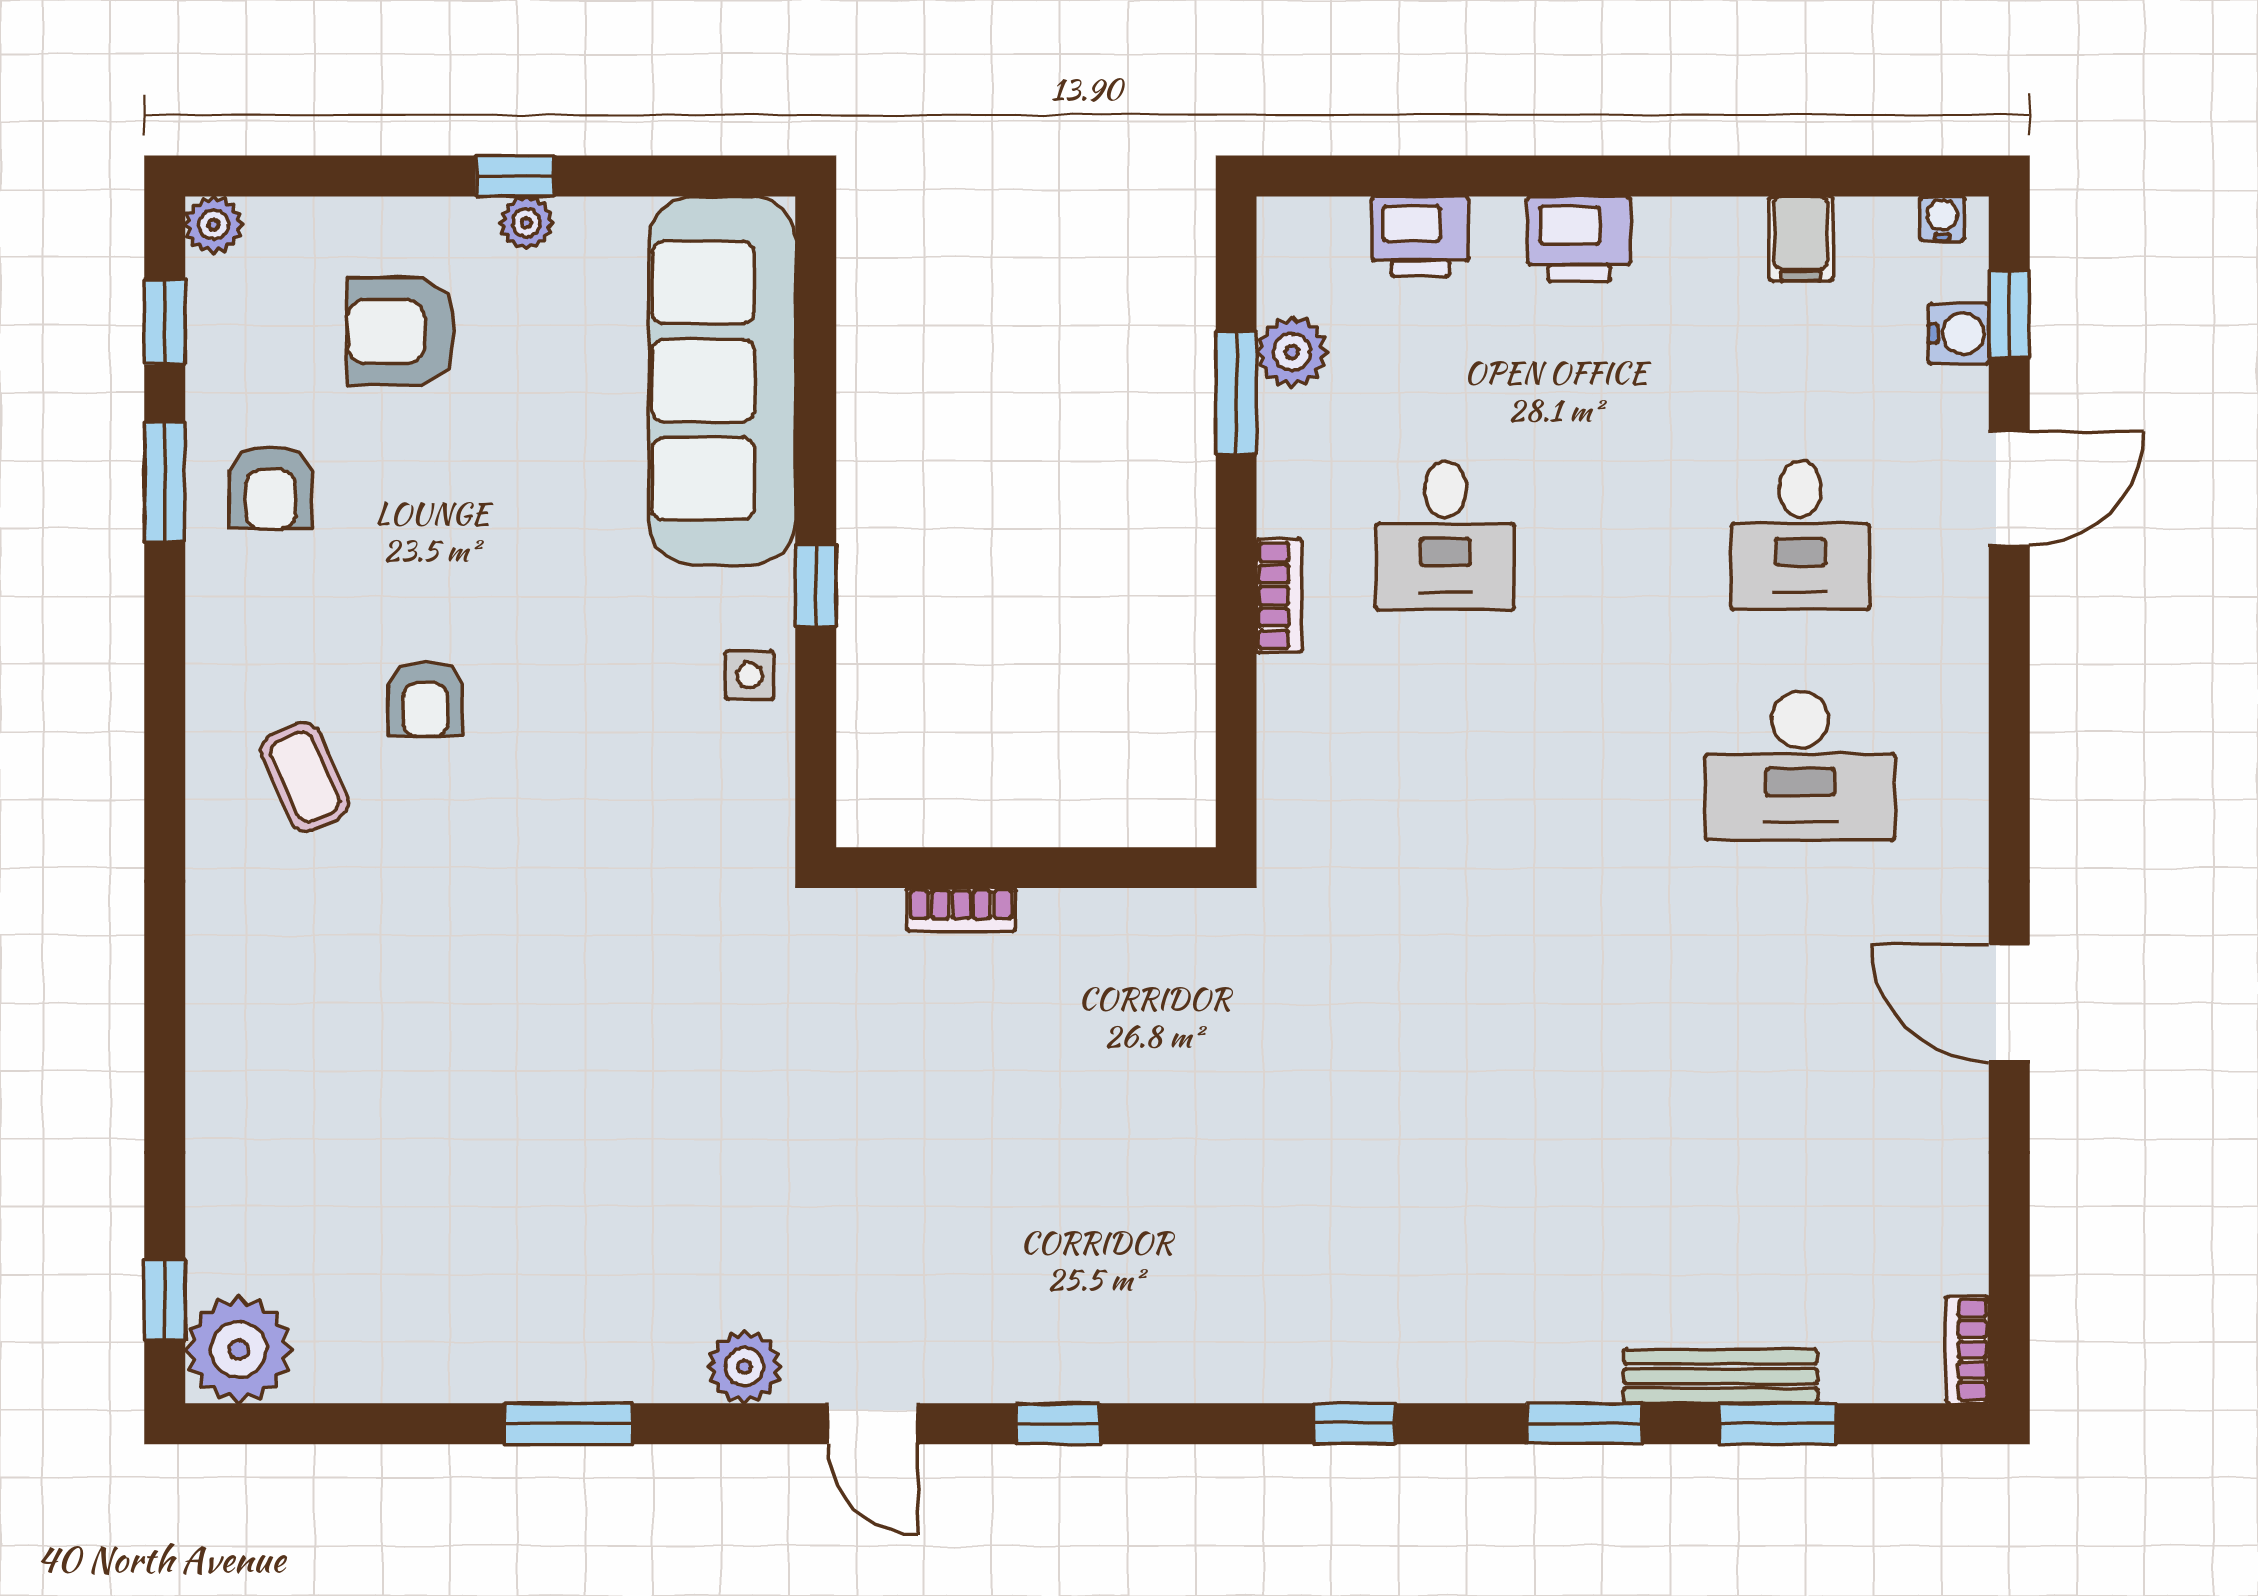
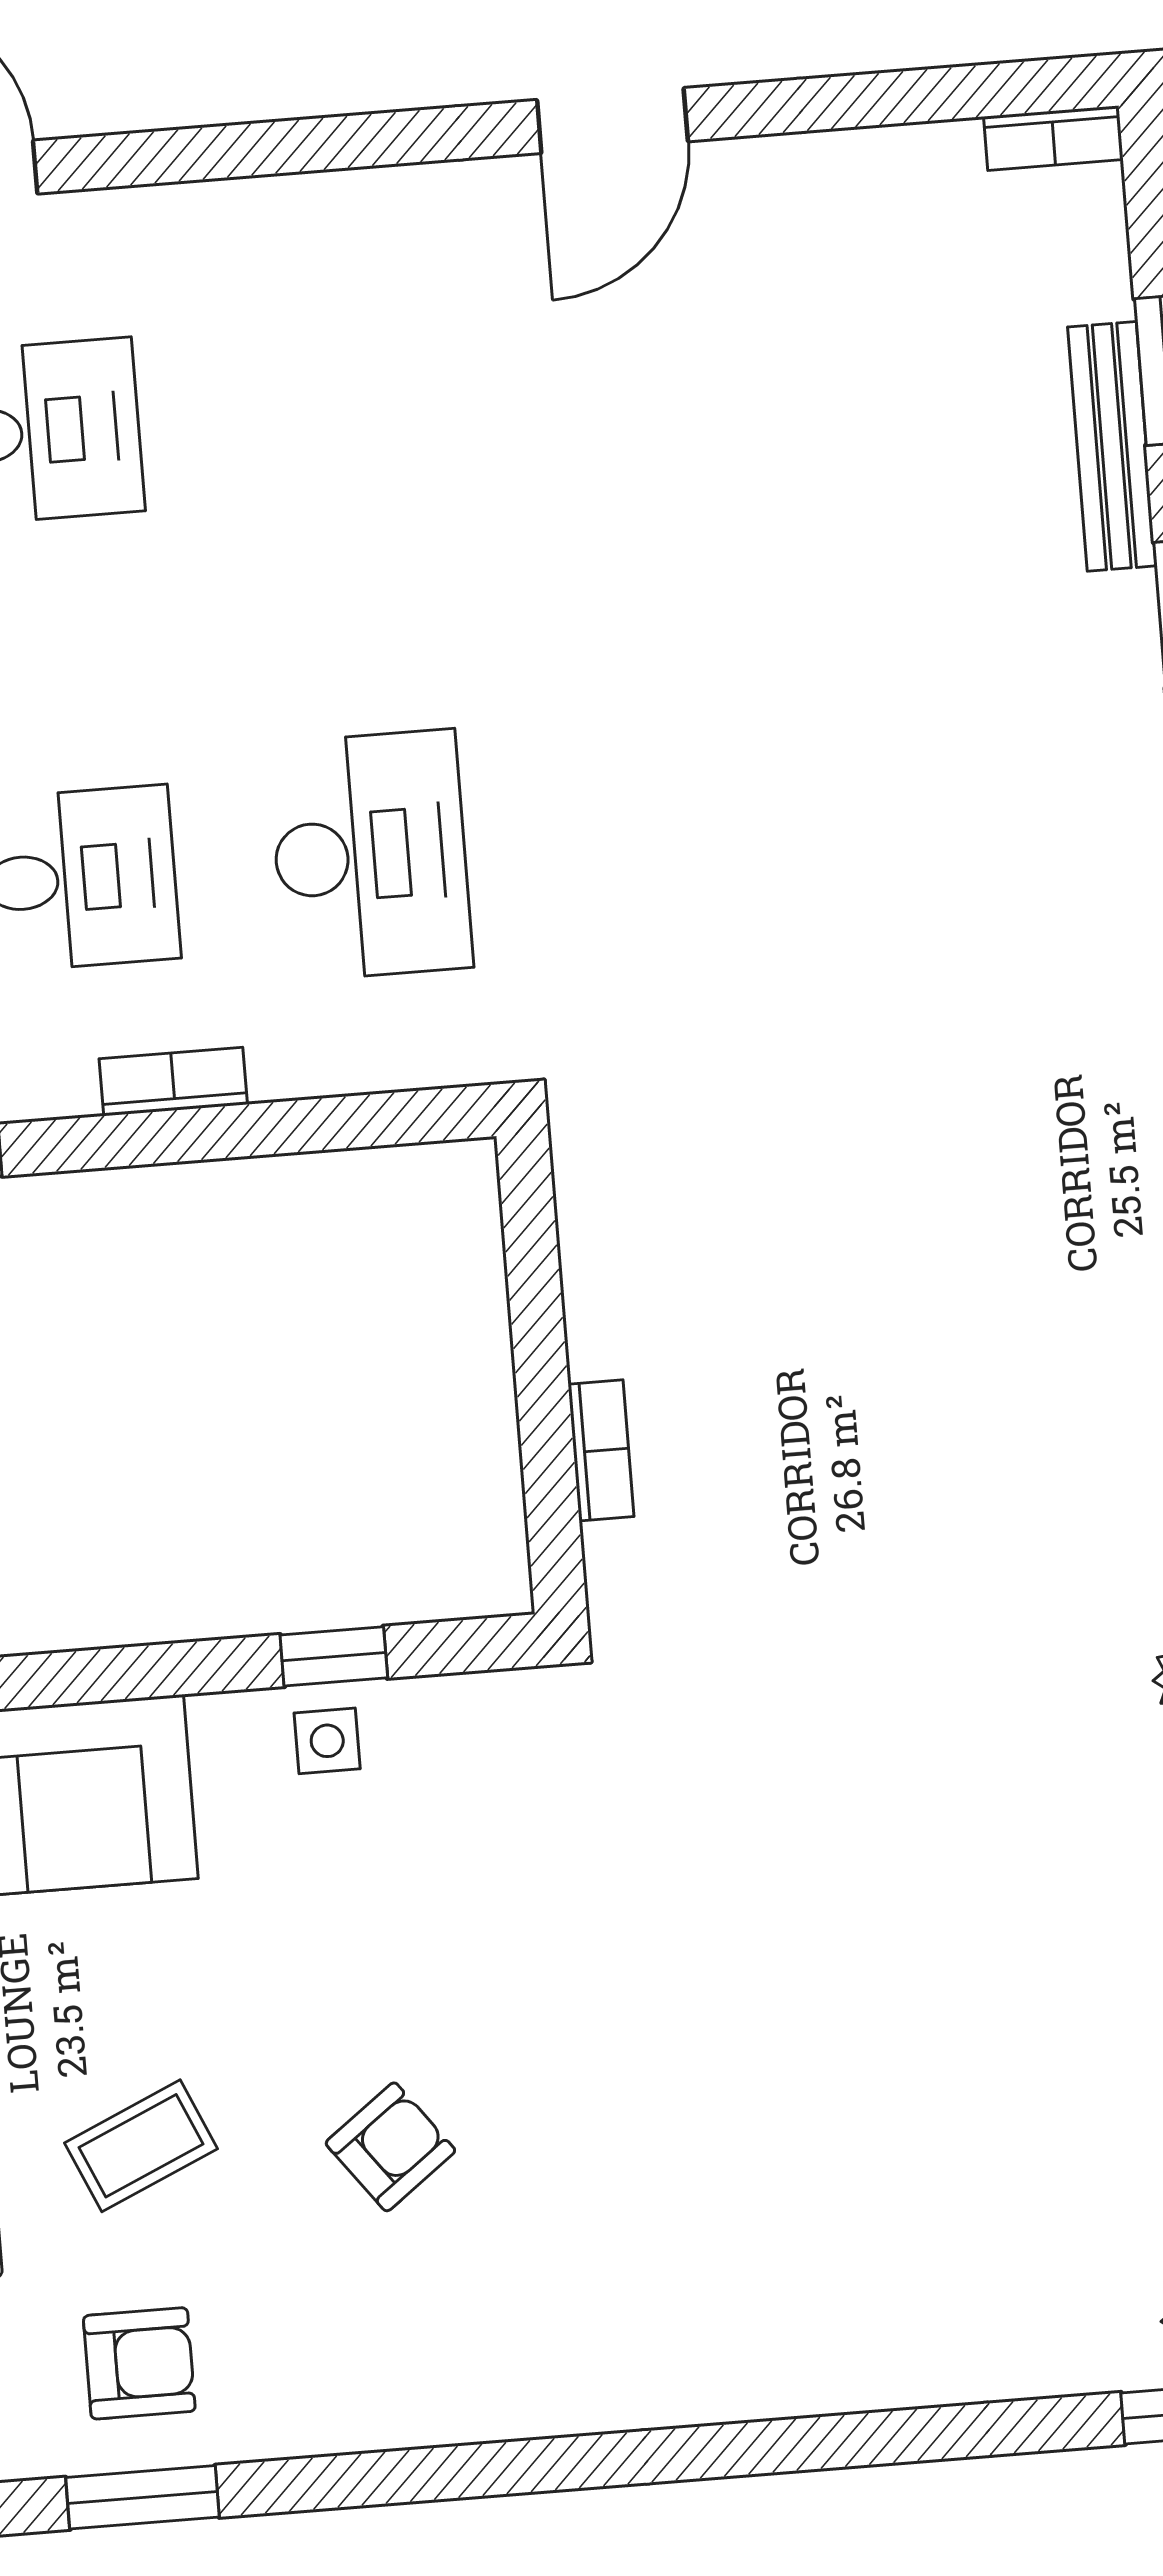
window: (816, 586) -> (334, 1656), moved
armchair: (425, 699) -> (390, 2147), turned -37
desk: (1800, 766) -> (370, 855), moved
coffee table: (305, 777) -> (141, 2146), moved

